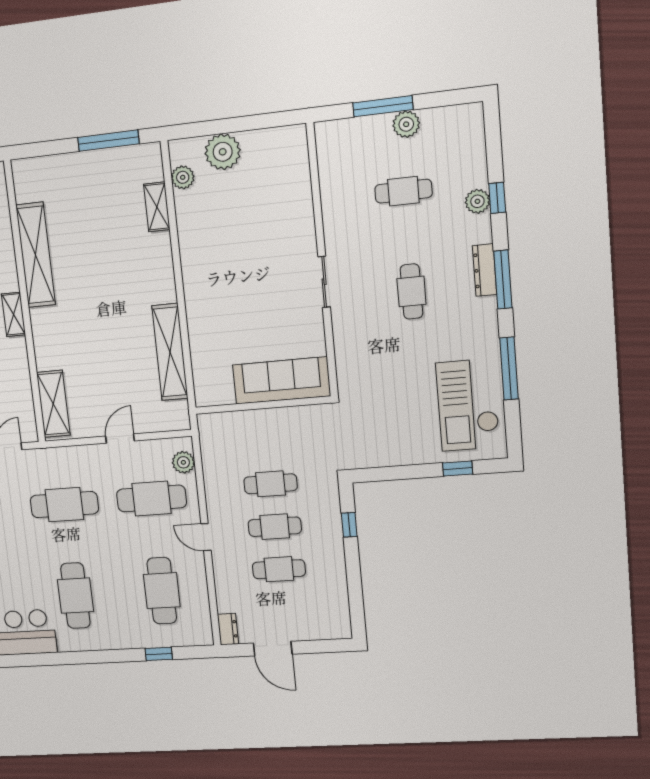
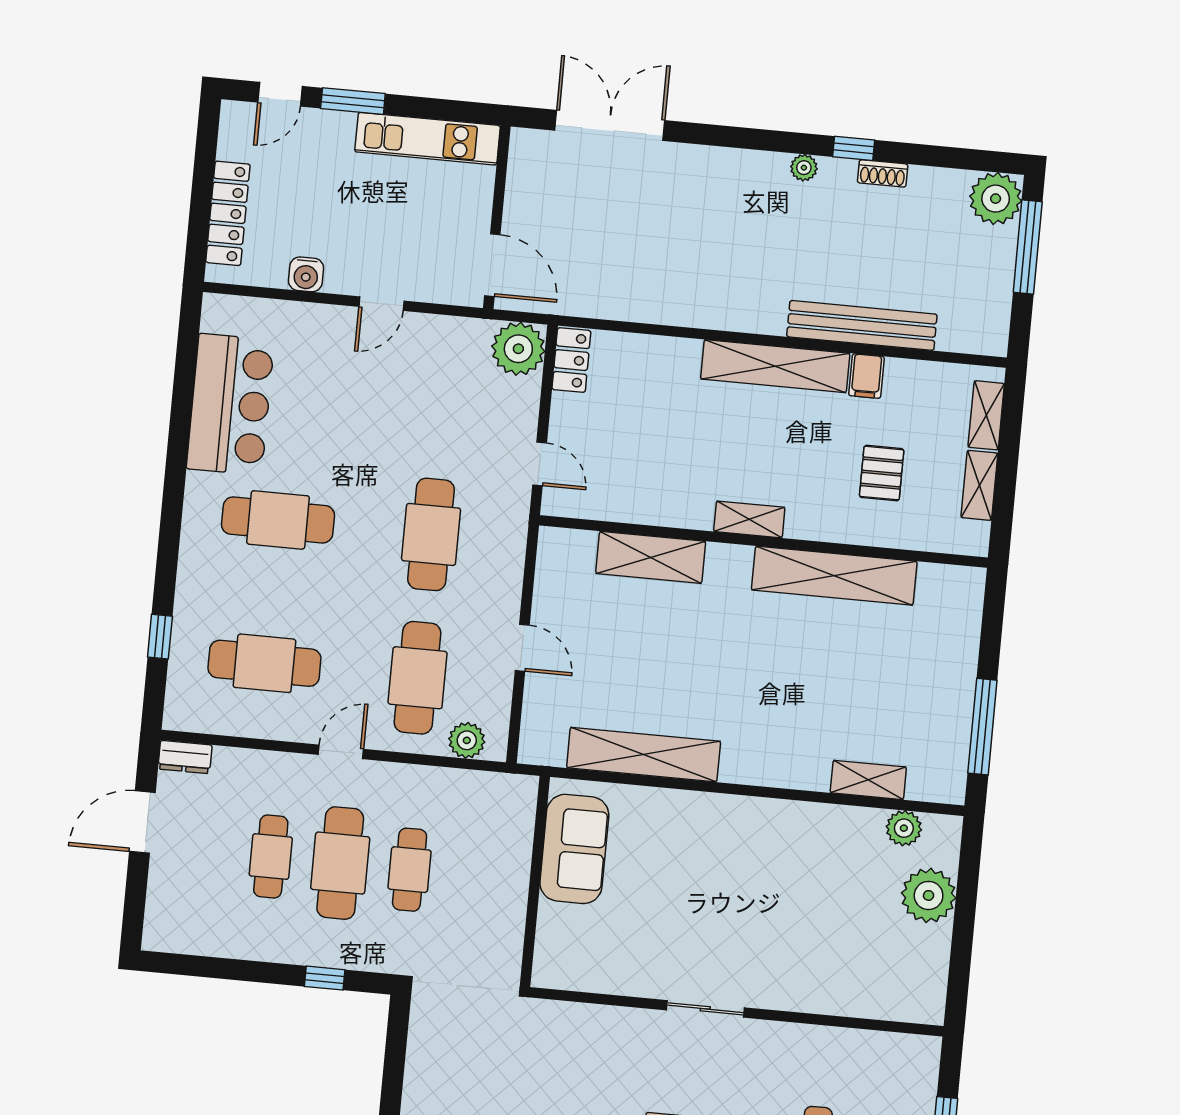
sofa: (282, 380) -> (574, 849), moved, width x0.73
shelving: (53, 404) -> (651, 557), moved
cafe table: (275, 527) -> (340, 863), width x1.37, depth x1.35

